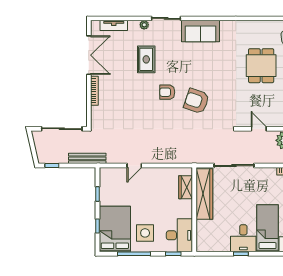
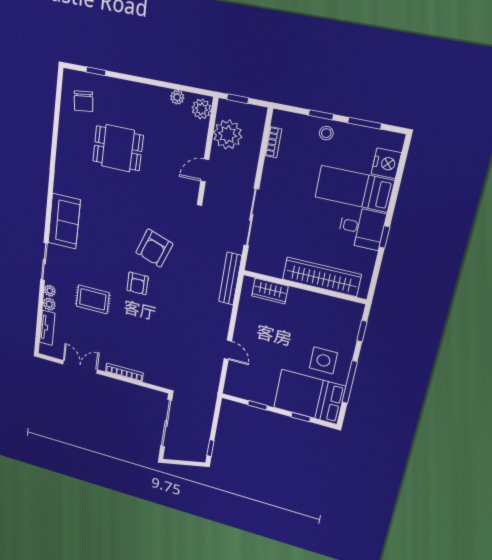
plant: (134, 25) -> (49, 304), added
double door: (89, 55) -> (80, 367), width x0.73
bench: (87, 158) -> (230, 279), moved
wardrobe: (204, 194) -> (322, 277), moved
desk: (179, 235) -> (337, 316), removed

